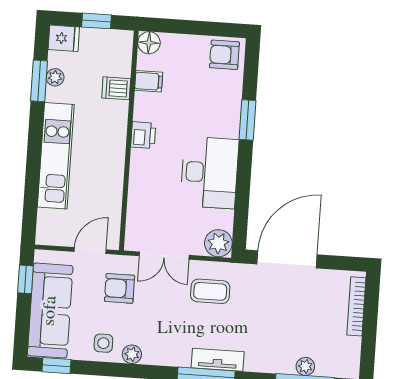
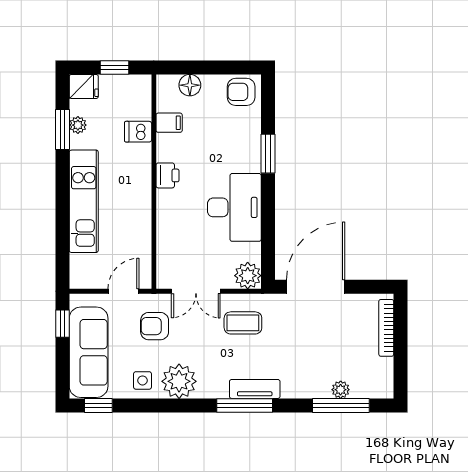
floor lamp: (149, 43) -> (190, 85), moved
plant: (132, 354) -> (179, 381), width x1.87, depth x1.87

